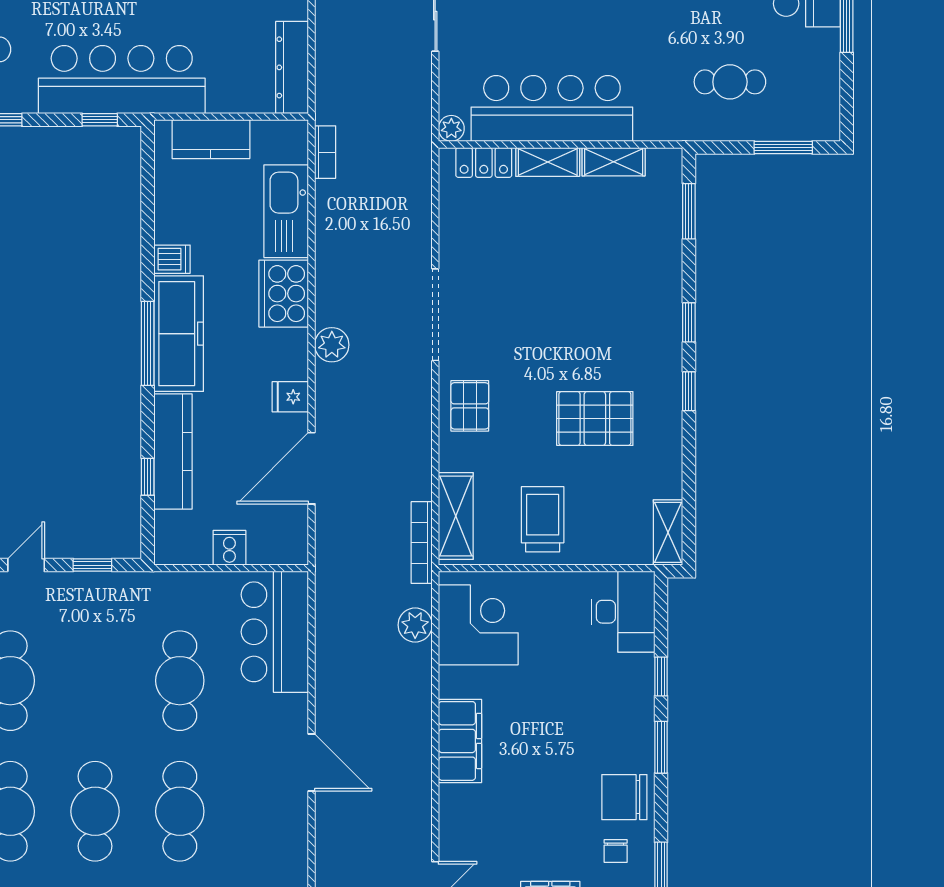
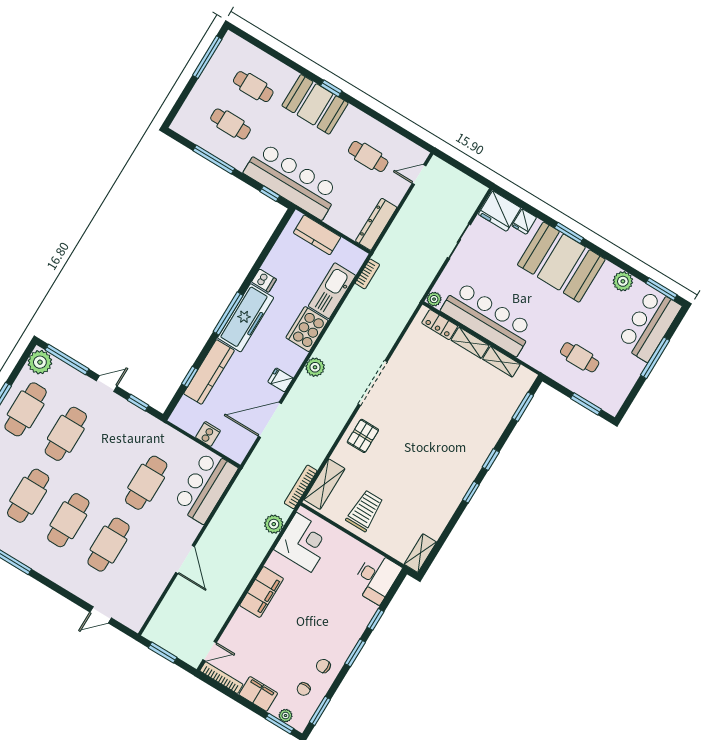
pallet: (595, 419) -> (418, 478), removed
chair: (624, 797) -> (323, 666), width x0.54, depth x0.54

